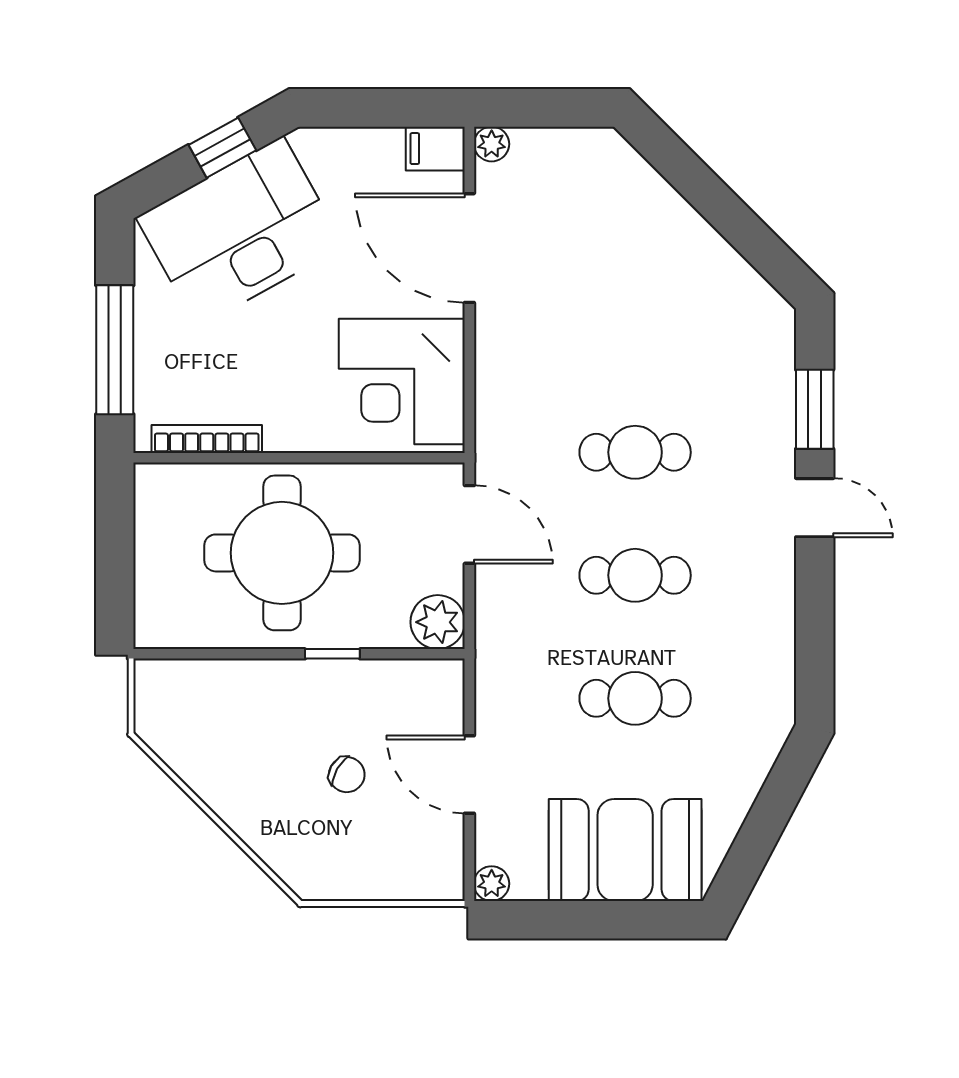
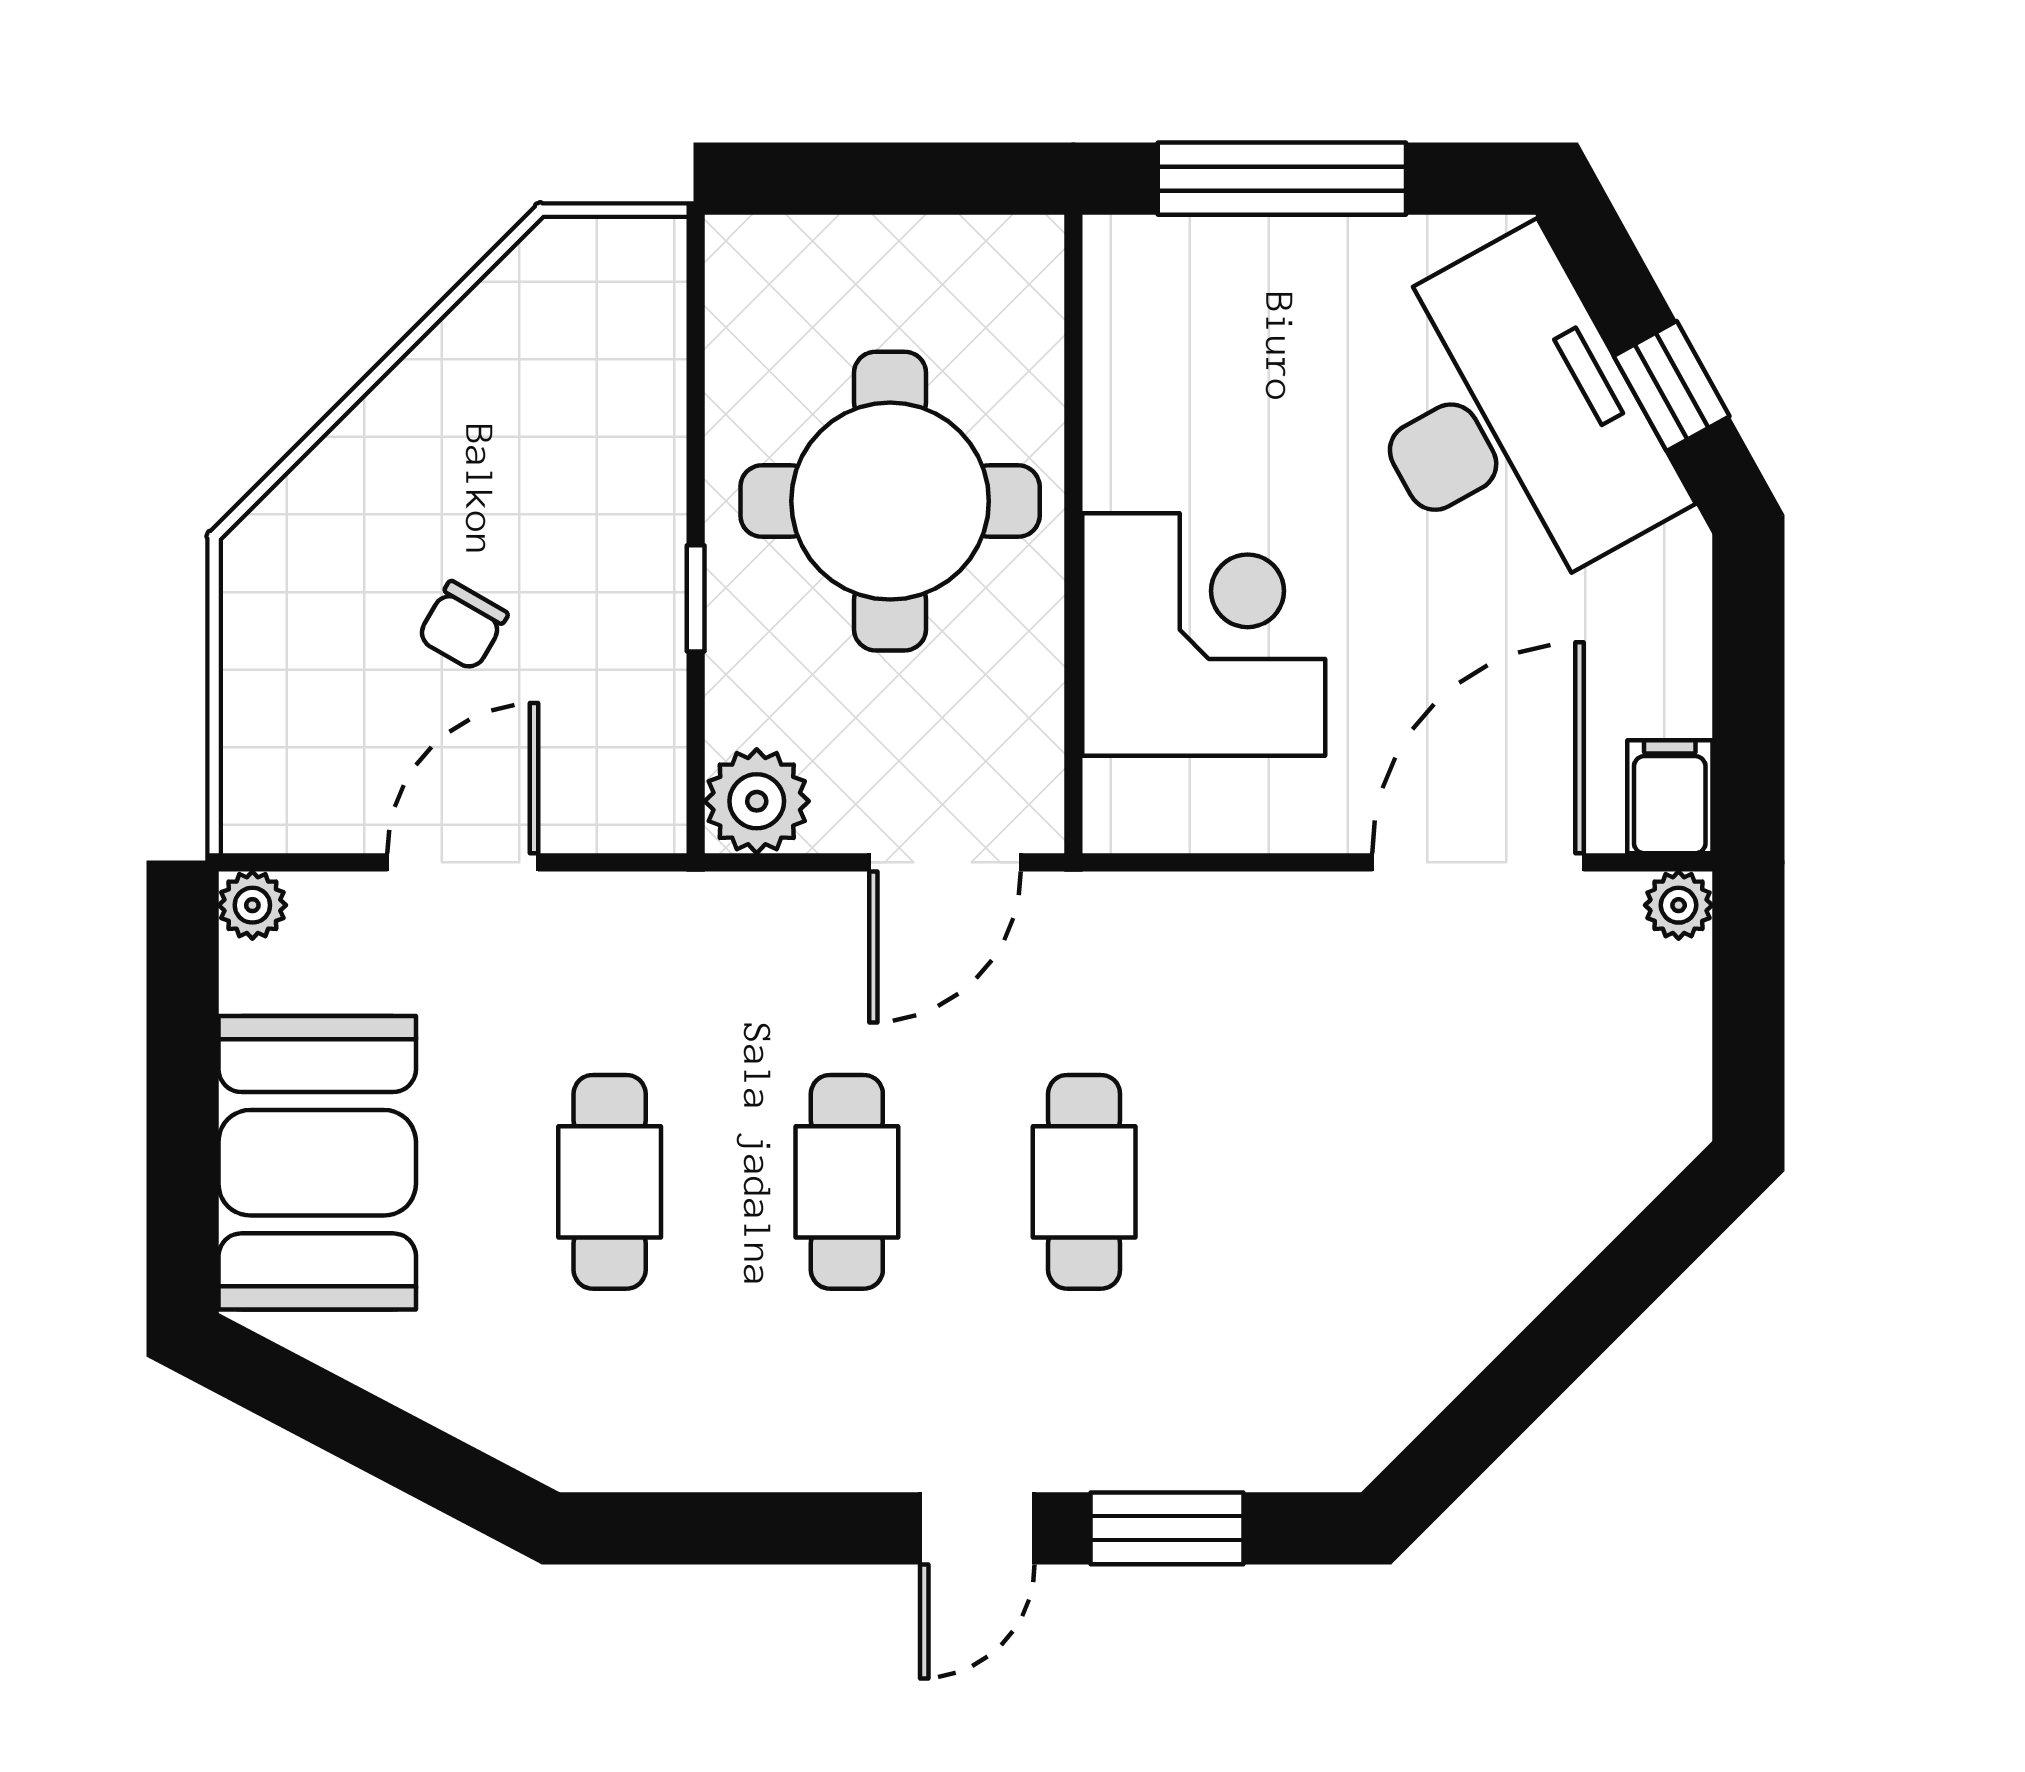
corner desk: (402, 382) -> (1204, 635), moved, turned 90
bookcase: (207, 439) -> (1110, 356), removed

